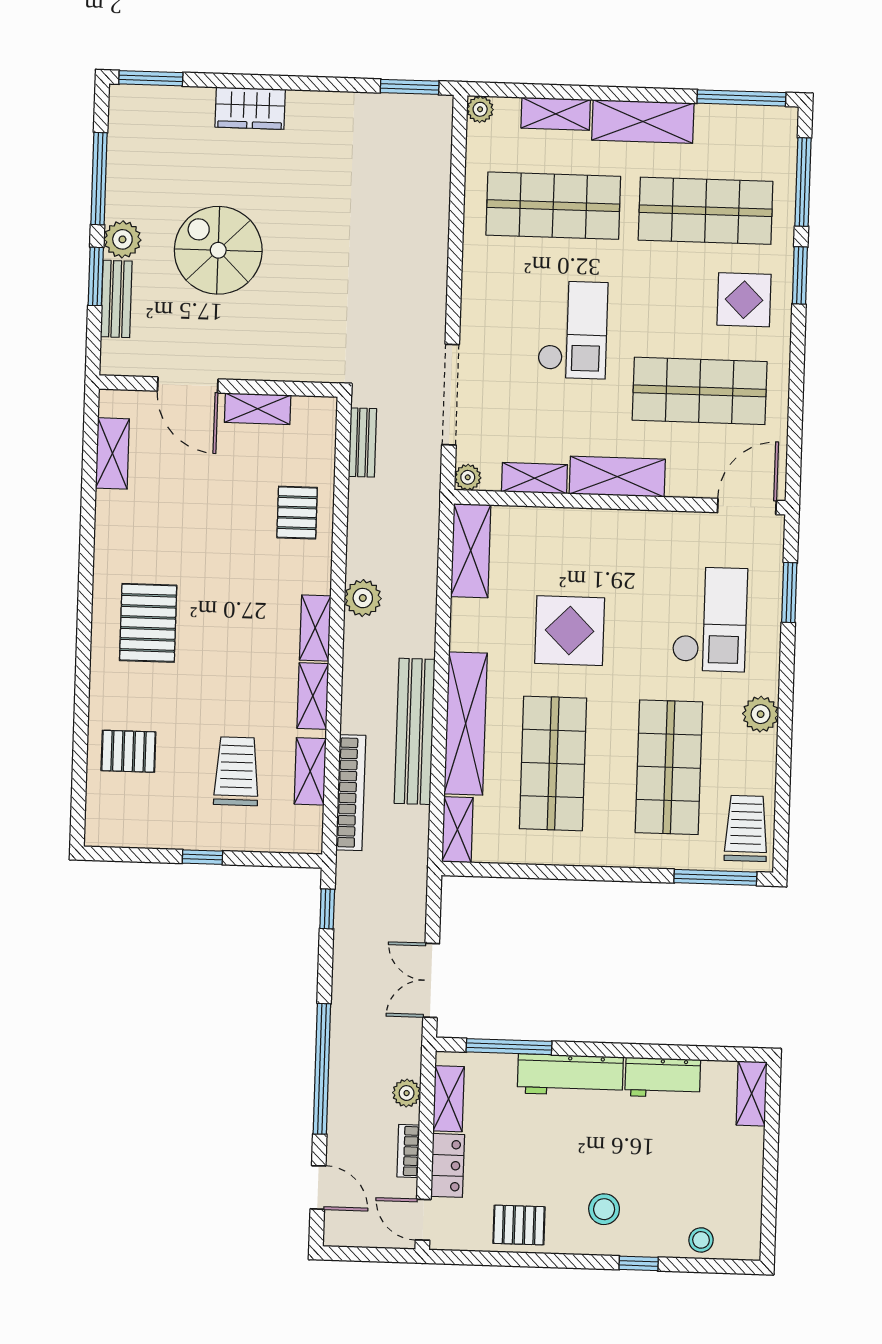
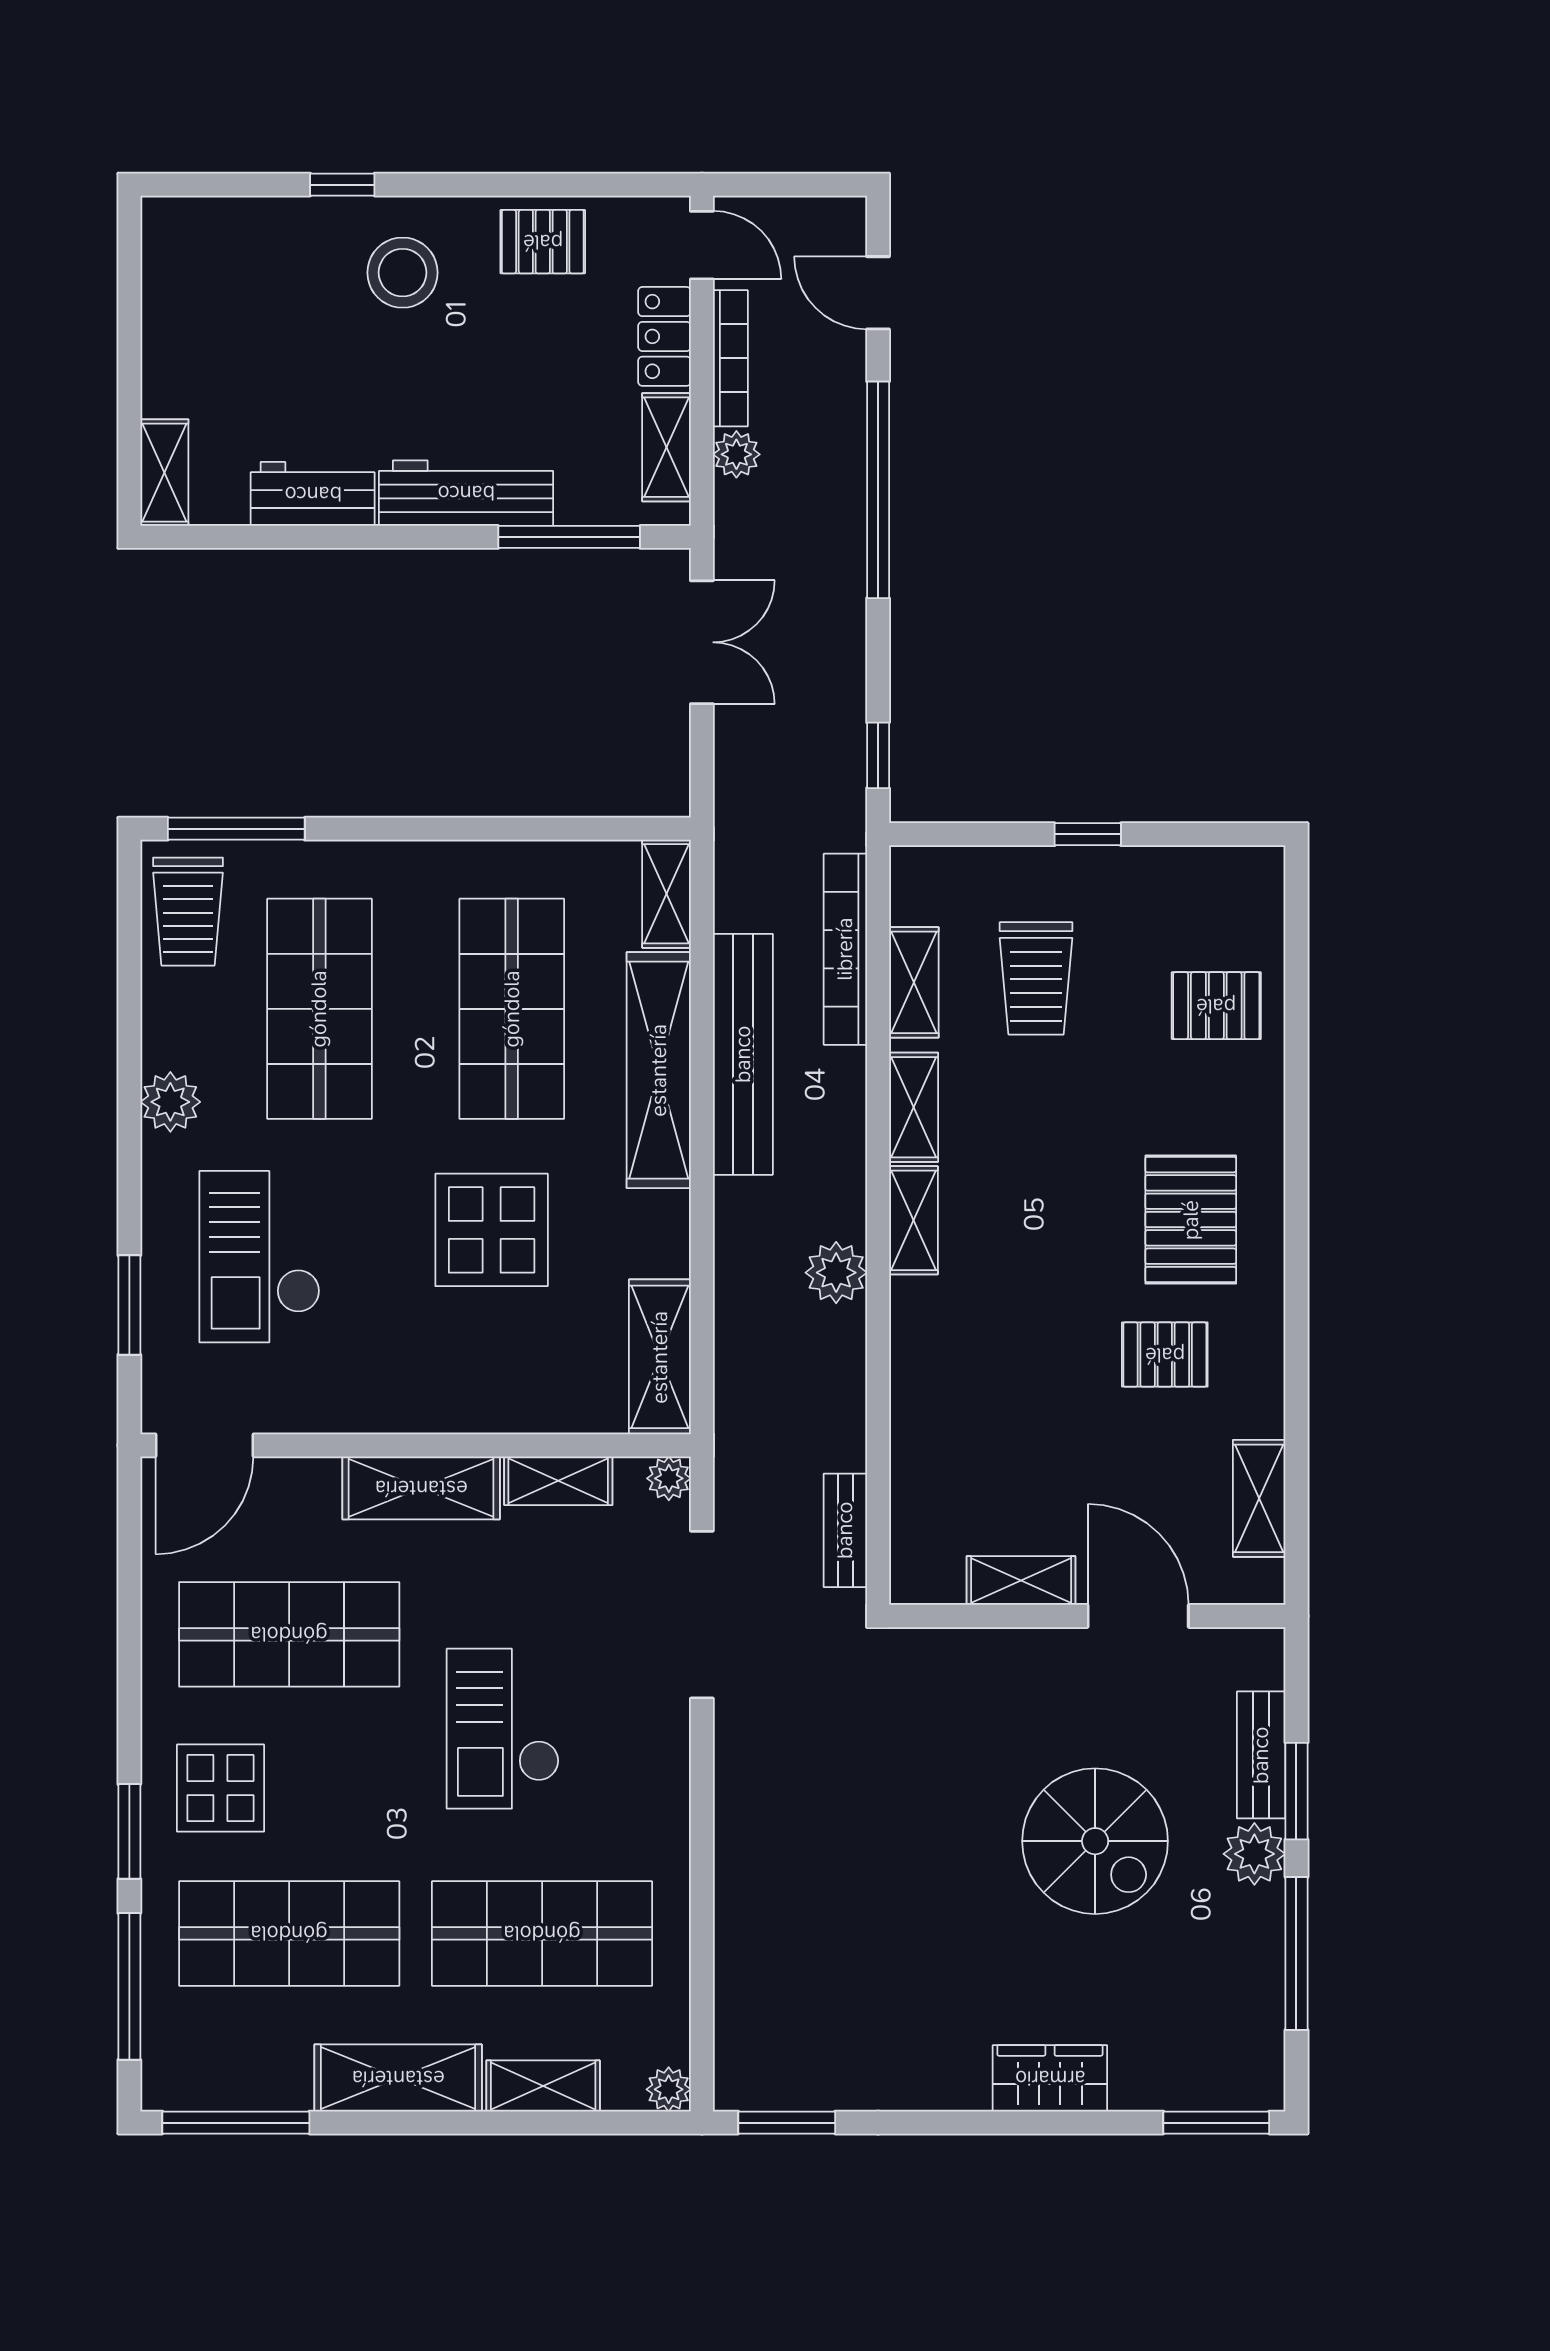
pallet: (297, 513) -> (1165, 1355), moved, turned 90
bookcase: (408, 1151) -> (730, 358), width x1.56
stool: (604, 1209) -> (403, 273), width x1.38, depth x1.38
stool: (701, 1240) -> (240, 227), removed

